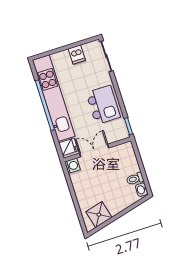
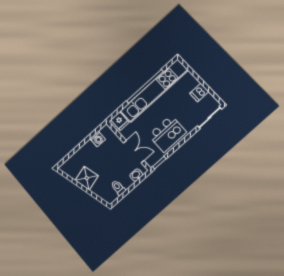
double door: (94, 150) -> (134, 152), moved
washing machine: (72, 166) -> (98, 139), moved
washbasin: (142, 190) -> (136, 175), moved
shower: (99, 215) -> (87, 178), moved

